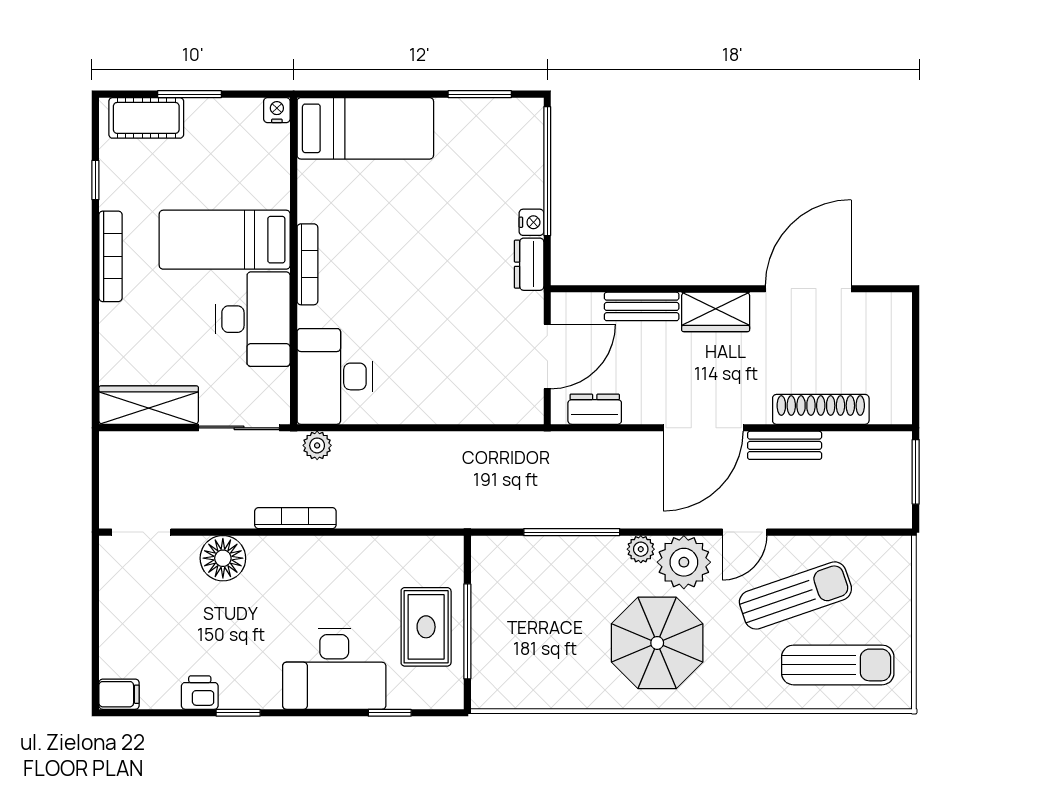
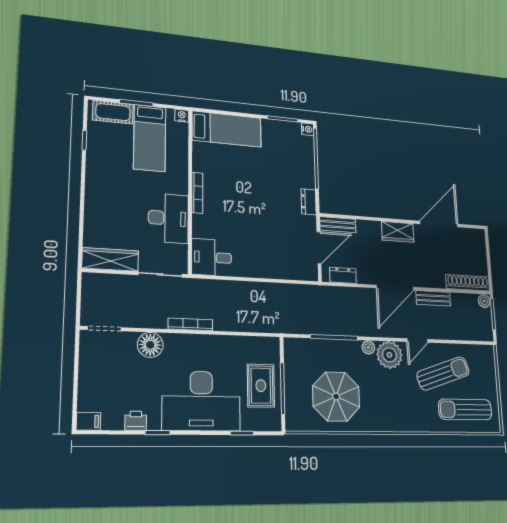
nightstand: (531, 222) -> (308, 129), moved
bed: (225, 240) -> (150, 138), moved, turned -90
bookcase: (111, 256) -> (91, 180), removed
bench: (642, 306) -> (338, 225), moved
desk: (335, 376) -> (212, 257), width x0.73
shoe rack: (821, 409) -> (468, 283), moved
plant: (317, 445) -> (484, 301), moved
parasol: (657, 643) -> (336, 397), moved
sun lounger: (838, 665) -> (465, 410), turned 180
desk: (334, 669) -> (201, 401), width x1.36, depth x1.30

